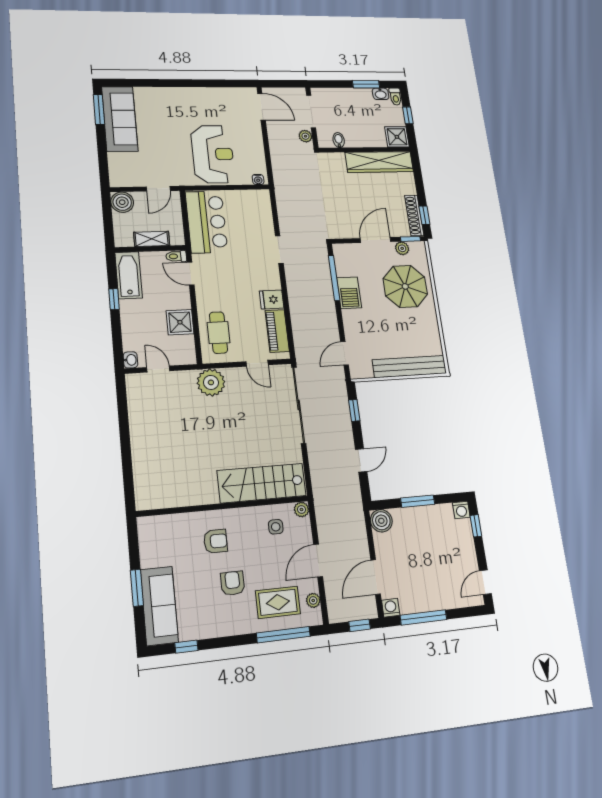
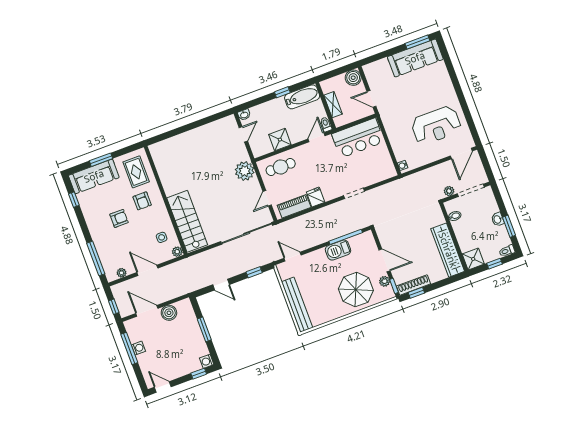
washbasin: (381, 94) -> (498, 219), moved
reception desk: (213, 154) -> (436, 125), moved
boiler: (381, 521) -> (169, 313), moved
rug: (278, 602) -> (136, 172), moved
washing machine: (391, 608) -> (138, 348), moved

